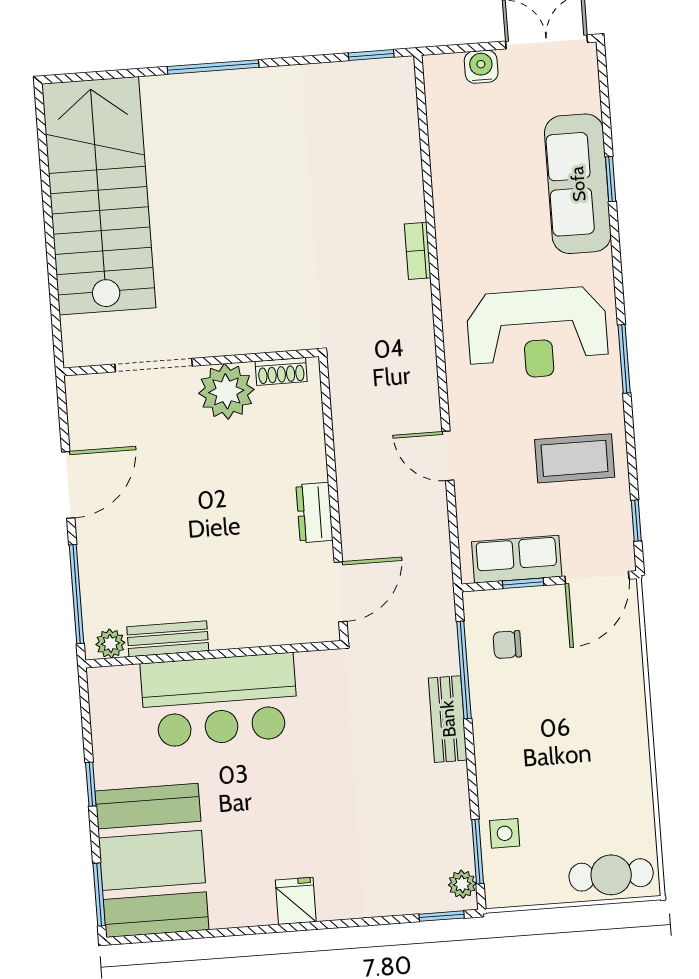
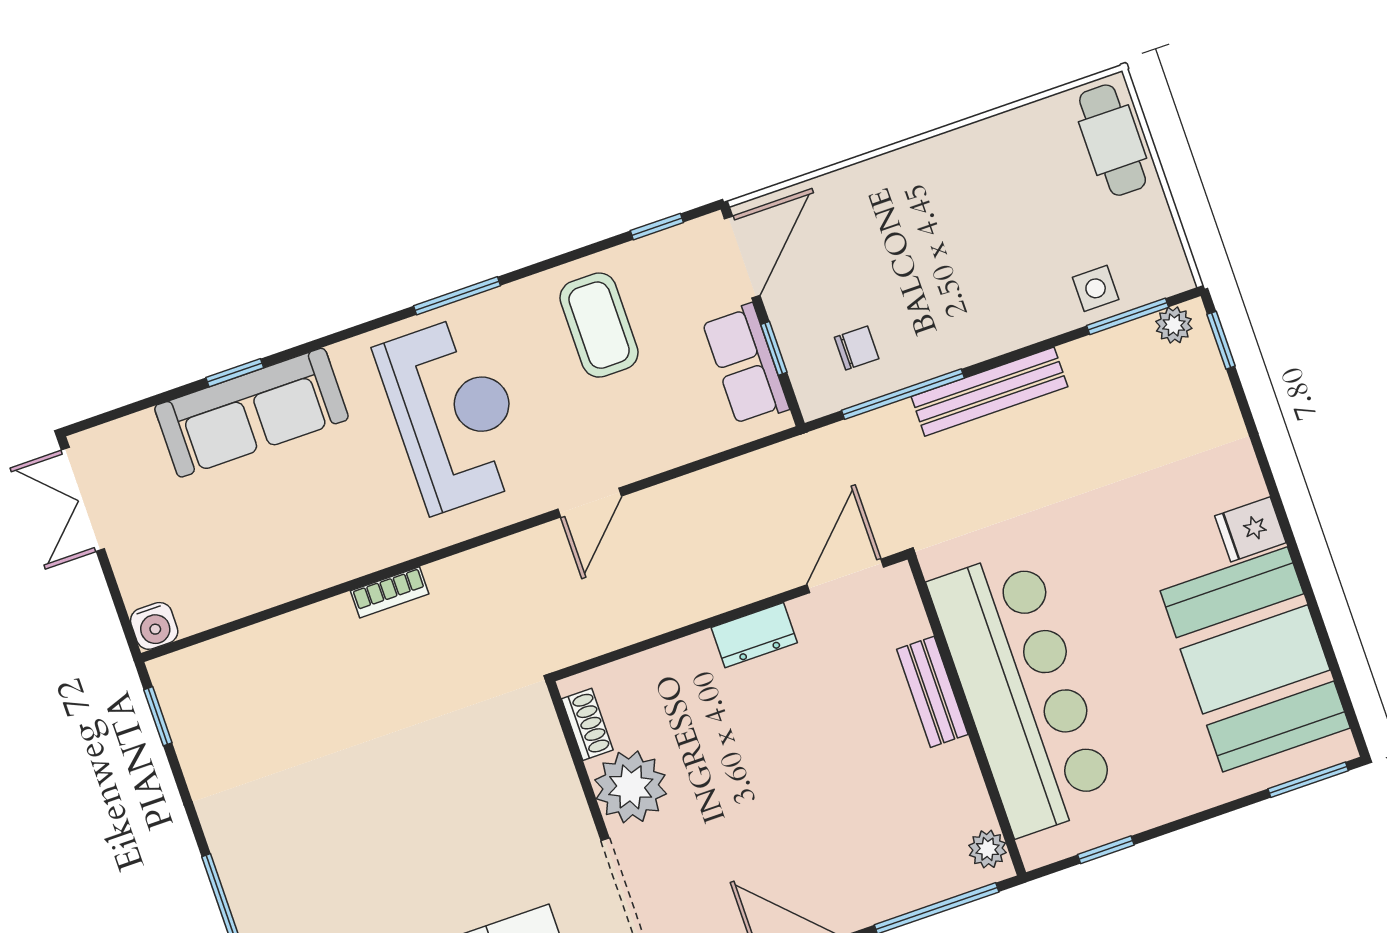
water cooler: (481, 67) -> (154, 626), moved, turned -90
door: (448, 456) -> (590, 503), moved
door: (597, 578) -> (742, 257), hinge flipped
door: (341, 592) -> (845, 576), hinge flipped
bench: (168, 639) -> (932, 692), moved
chair: (507, 645) -> (857, 348), turned -90
bar counter: (220, 700) -> (1023, 693), width x1.36
bench: (448, 719) -> (989, 392), width x1.36
window: (91, 784) -> (1106, 850), moved
booth: (152, 860) -> (1255, 659), moved, turned 90

